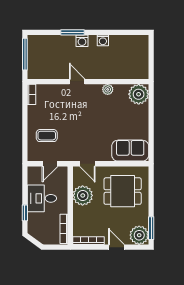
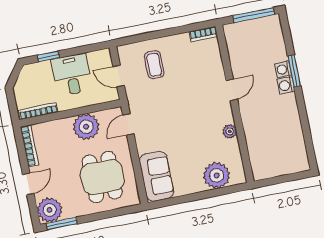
washing machine: (103, 40) -> (283, 69), moved
plant: (139, 94) -> (217, 175), moved

